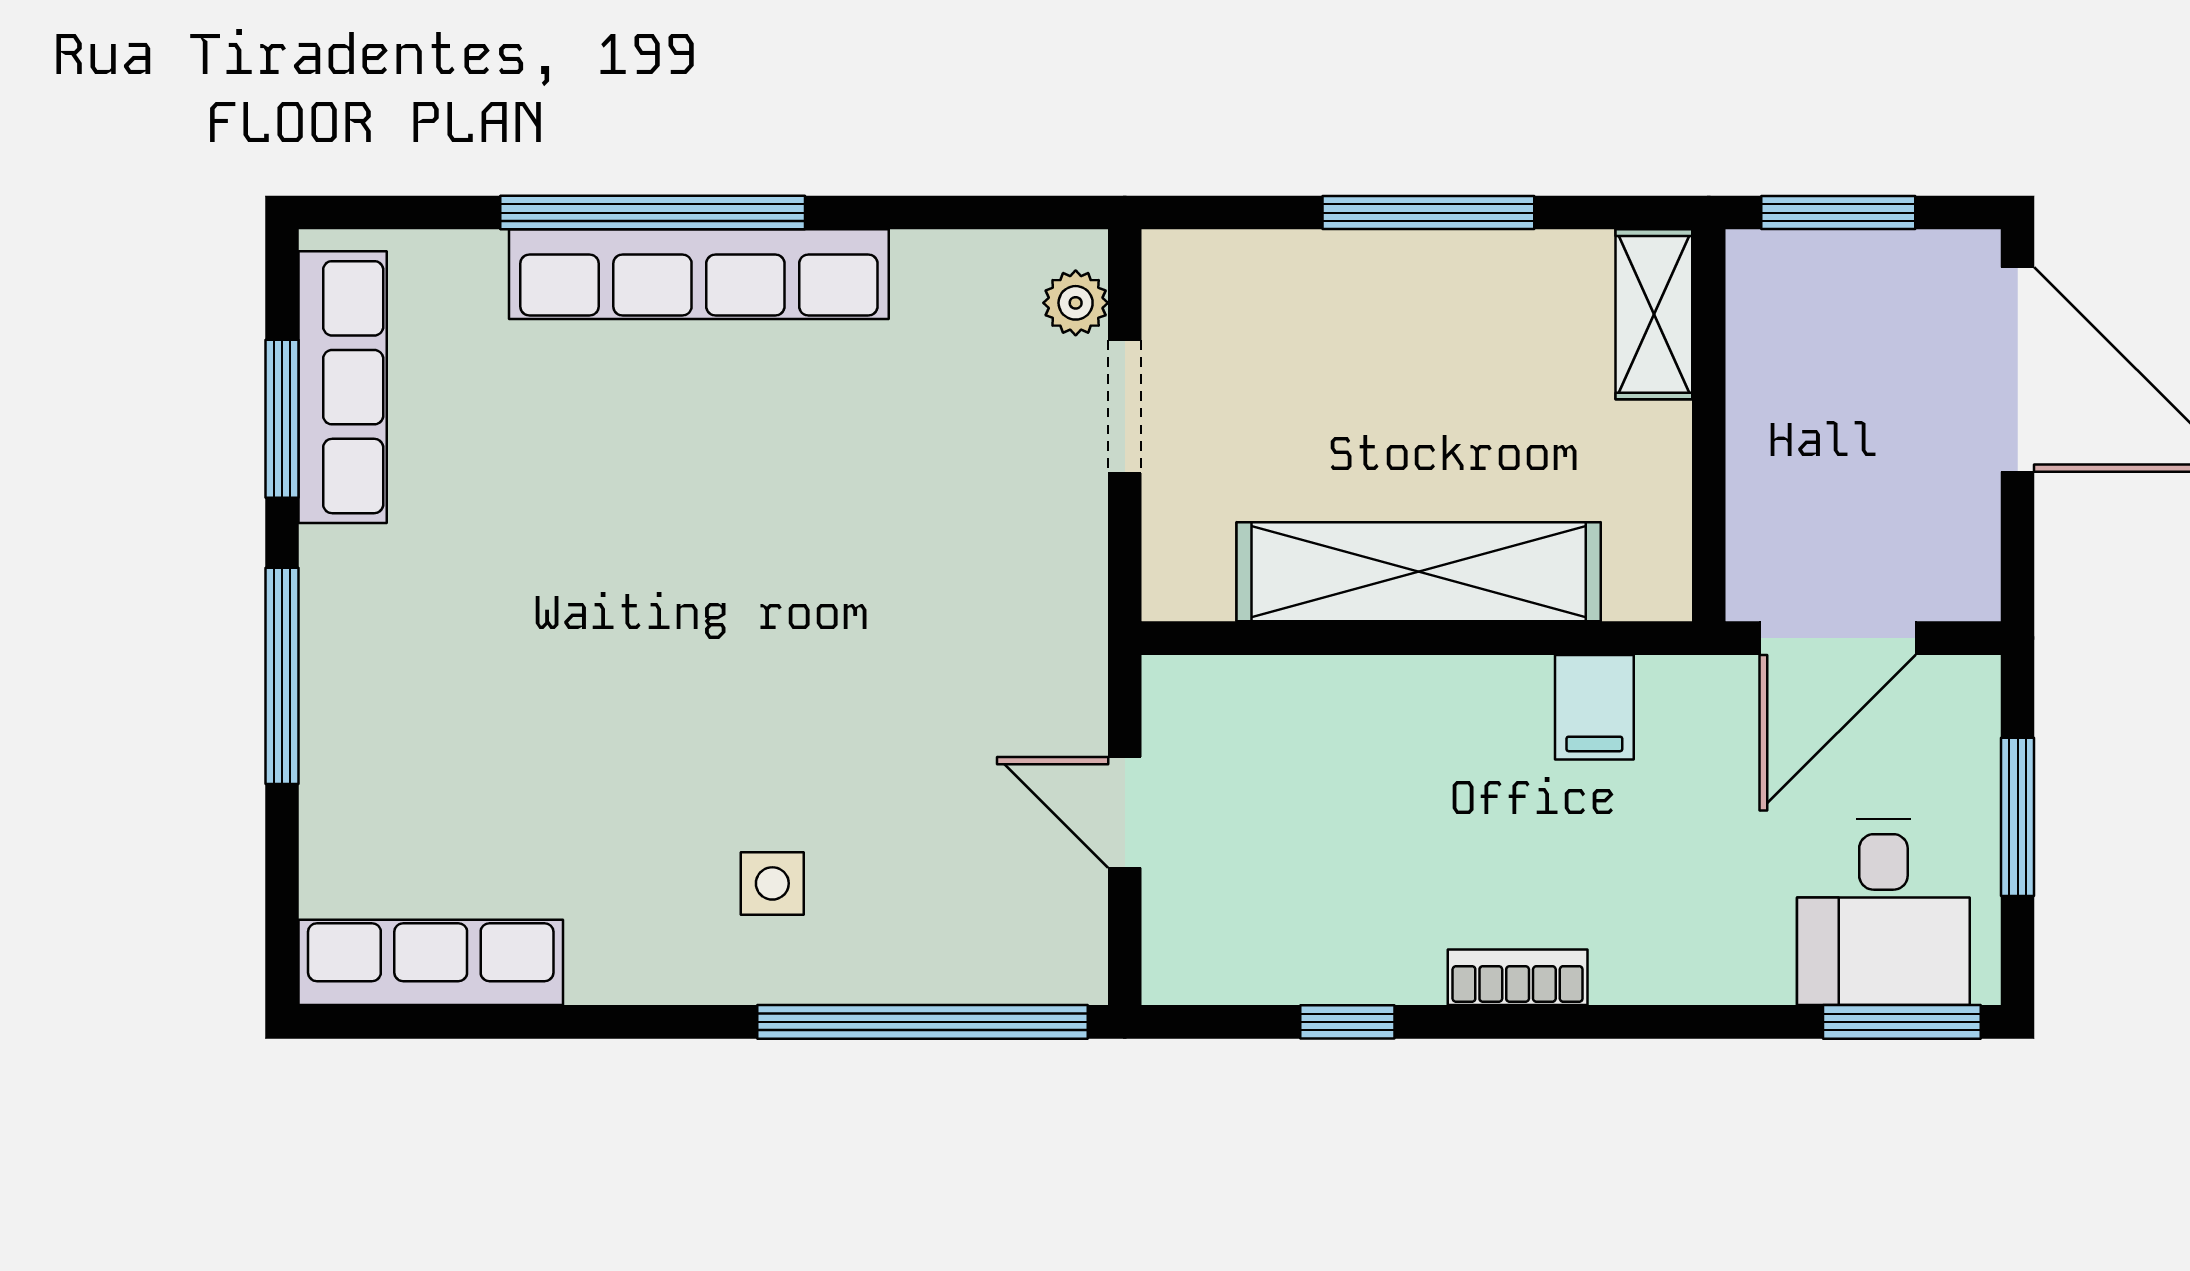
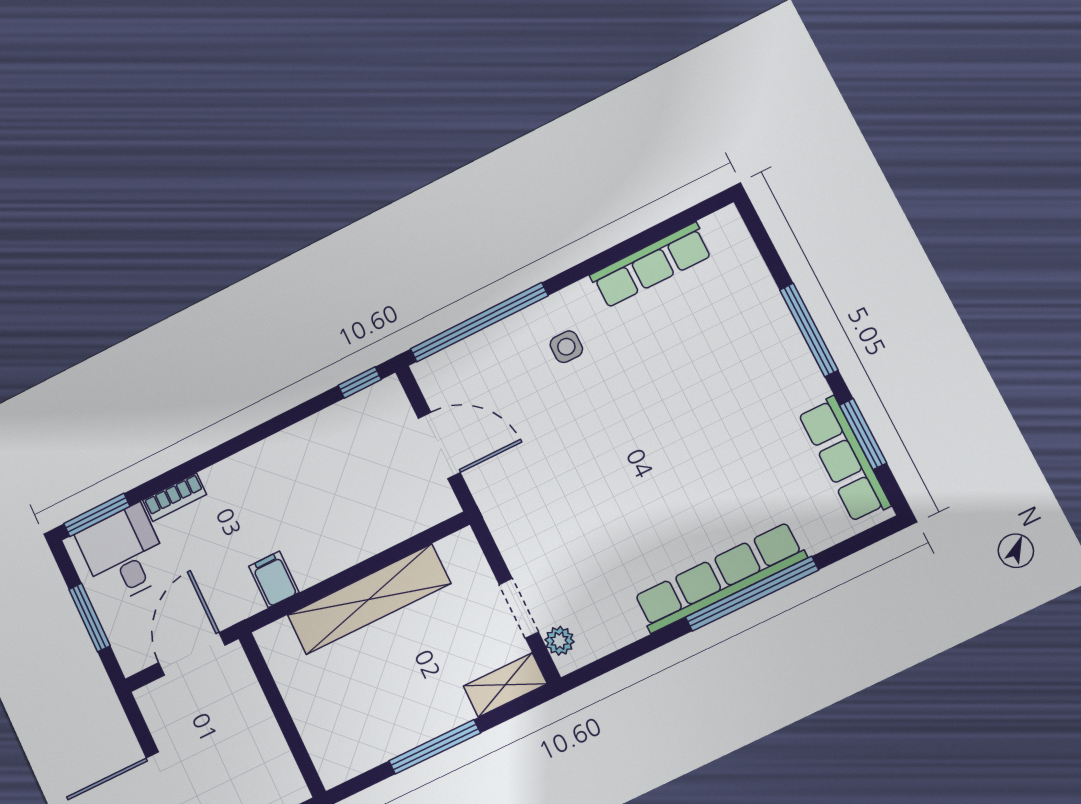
shelving: (1654, 314) -> (505, 685), moved, turned 90
door: (1125, 812) -> (439, 445), width x1.37
row of seats: (431, 962) -> (651, 265), moved
bookcase: (1518, 977) -> (175, 497), moved
window: (1347, 1022) -> (360, 382), moved

